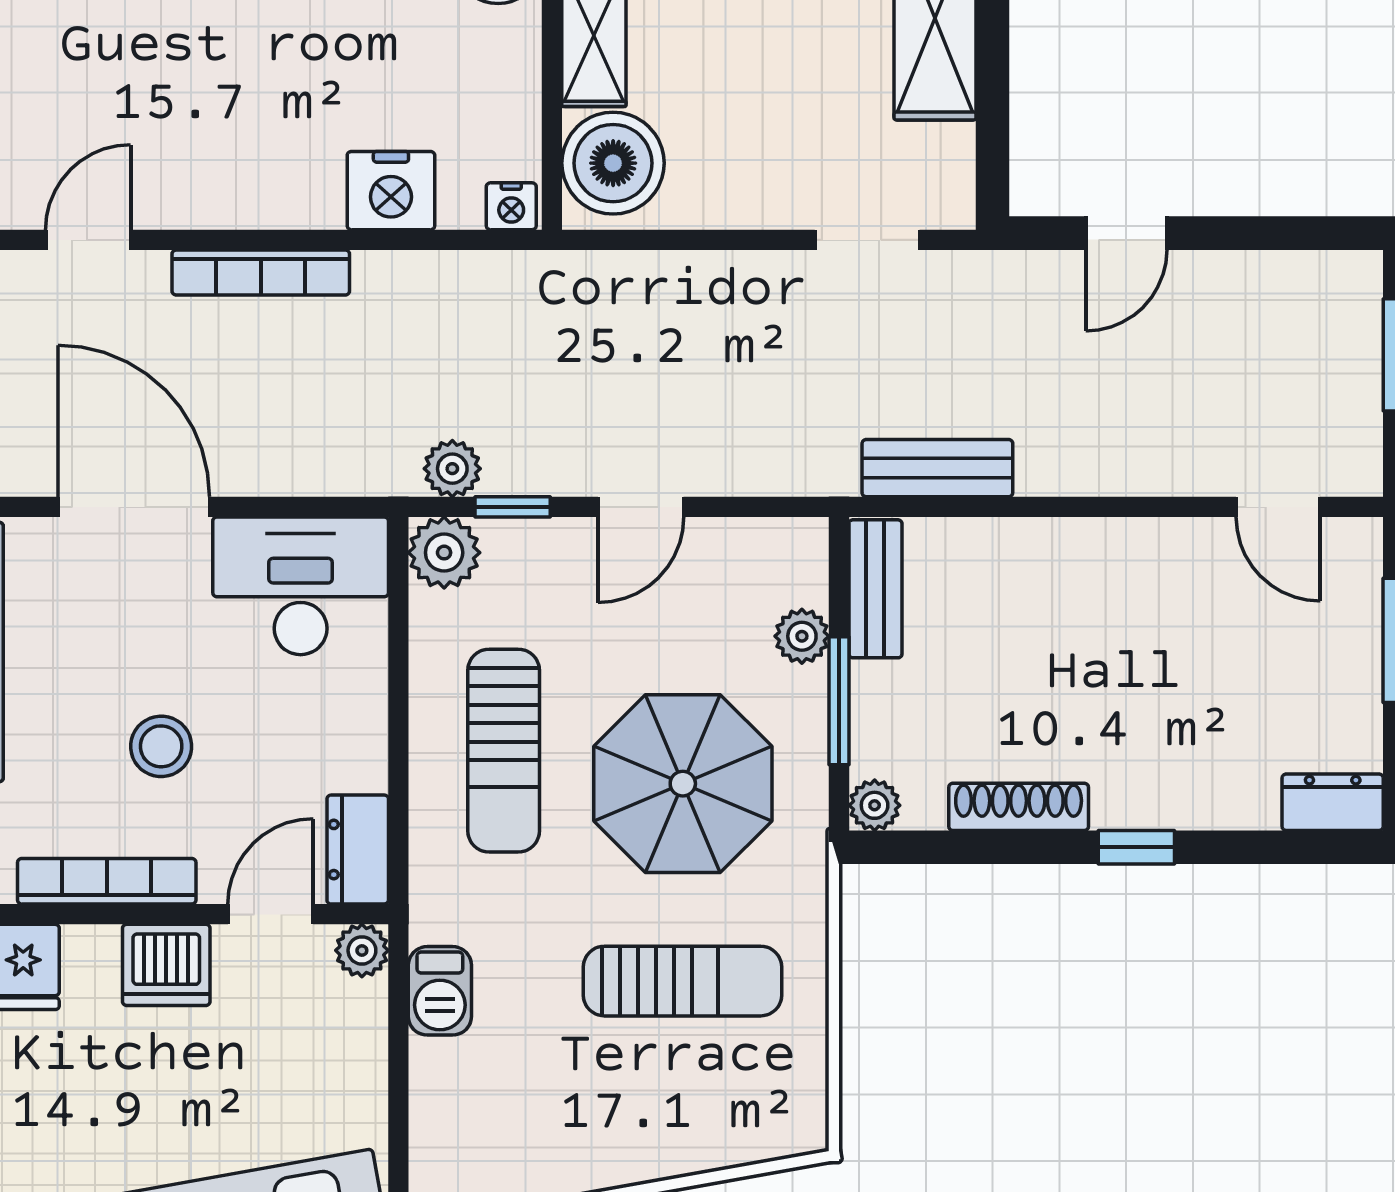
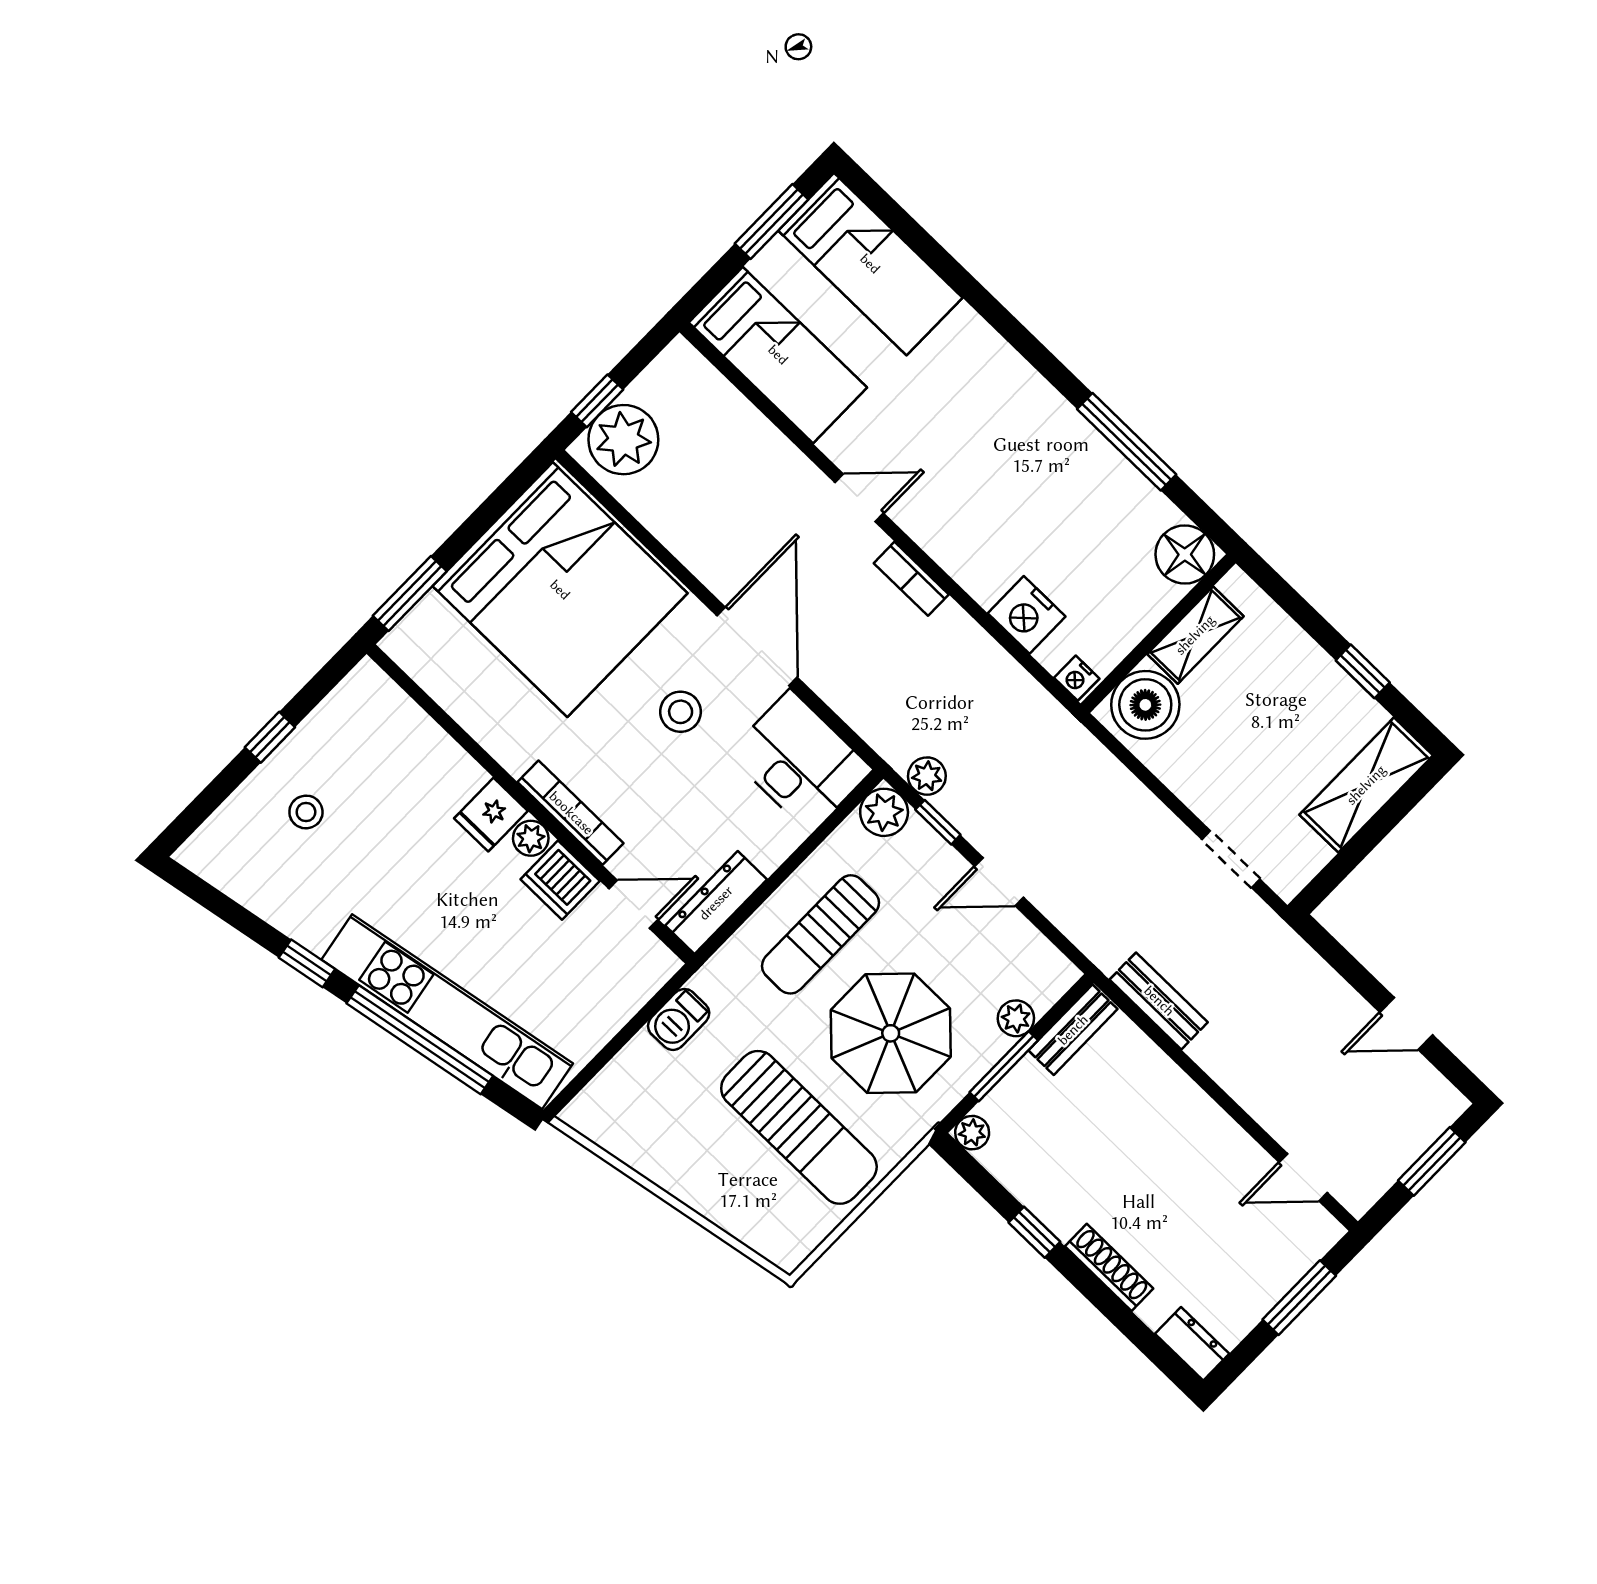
door: (1126, 233) -> (1406, 1024), moved
bookcase: (261, 272) -> (911, 579), width x0.64
door: (1278, 507) -> (1303, 1177), hinge flipped
stool: (161, 746) -> (681, 712), moved
shoe rack: (1019, 807) -> (1109, 1267), moved
window: (1136, 847) -> (1034, 1232), moved
dresser: (358, 850) -> (716, 903), width x1.44
plant: (362, 950) -> (531, 838), moved
sun lounger: (683, 981) -> (799, 1127), width x1.36, depth x1.34

